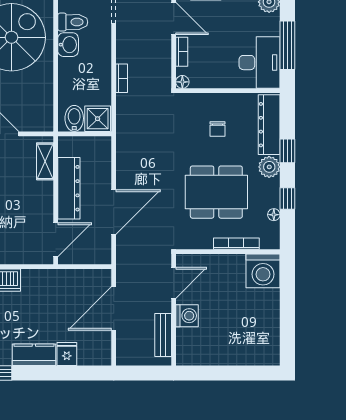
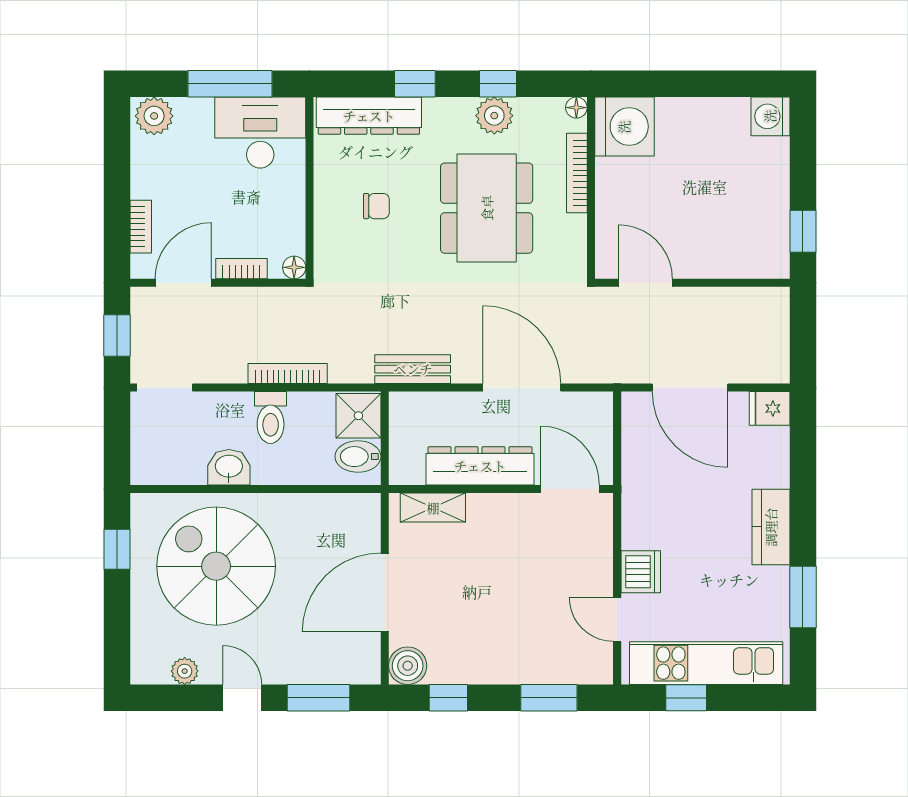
toilet: (73, 22) -> (271, 417), moved, turned 180
bookcase: (122, 78) -> (288, 373), width x1.56
plant: (269, 167) -> (494, 116), moved
floor lamp: (274, 215) -> (576, 108), moved
washing machine: (187, 316) -> (770, 116), moved, turned -90
bench: (163, 335) -> (413, 369), moved
fridge: (67, 354) -> (770, 408), moved
window: (203, 373) -> (803, 231), added

